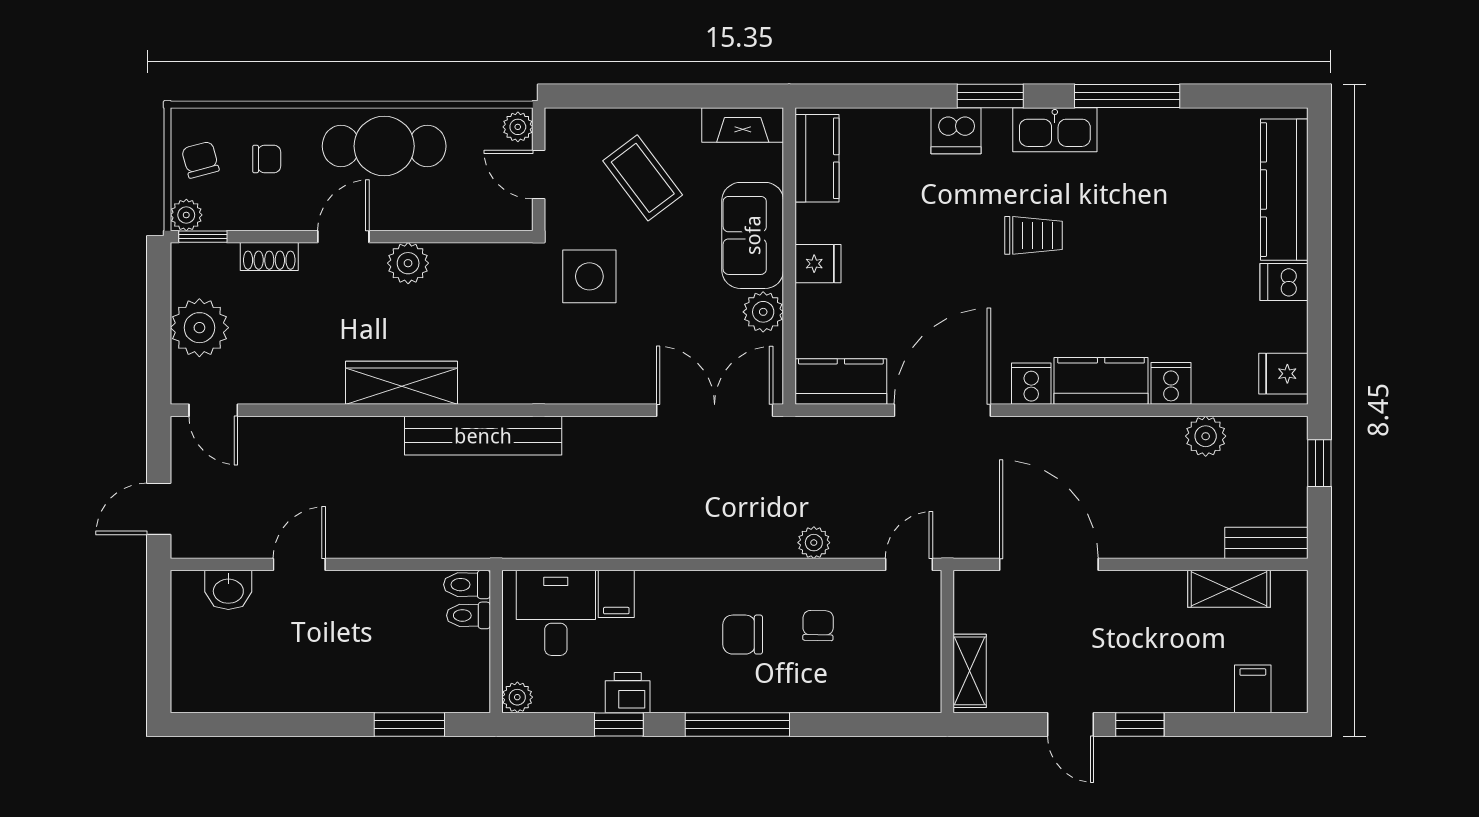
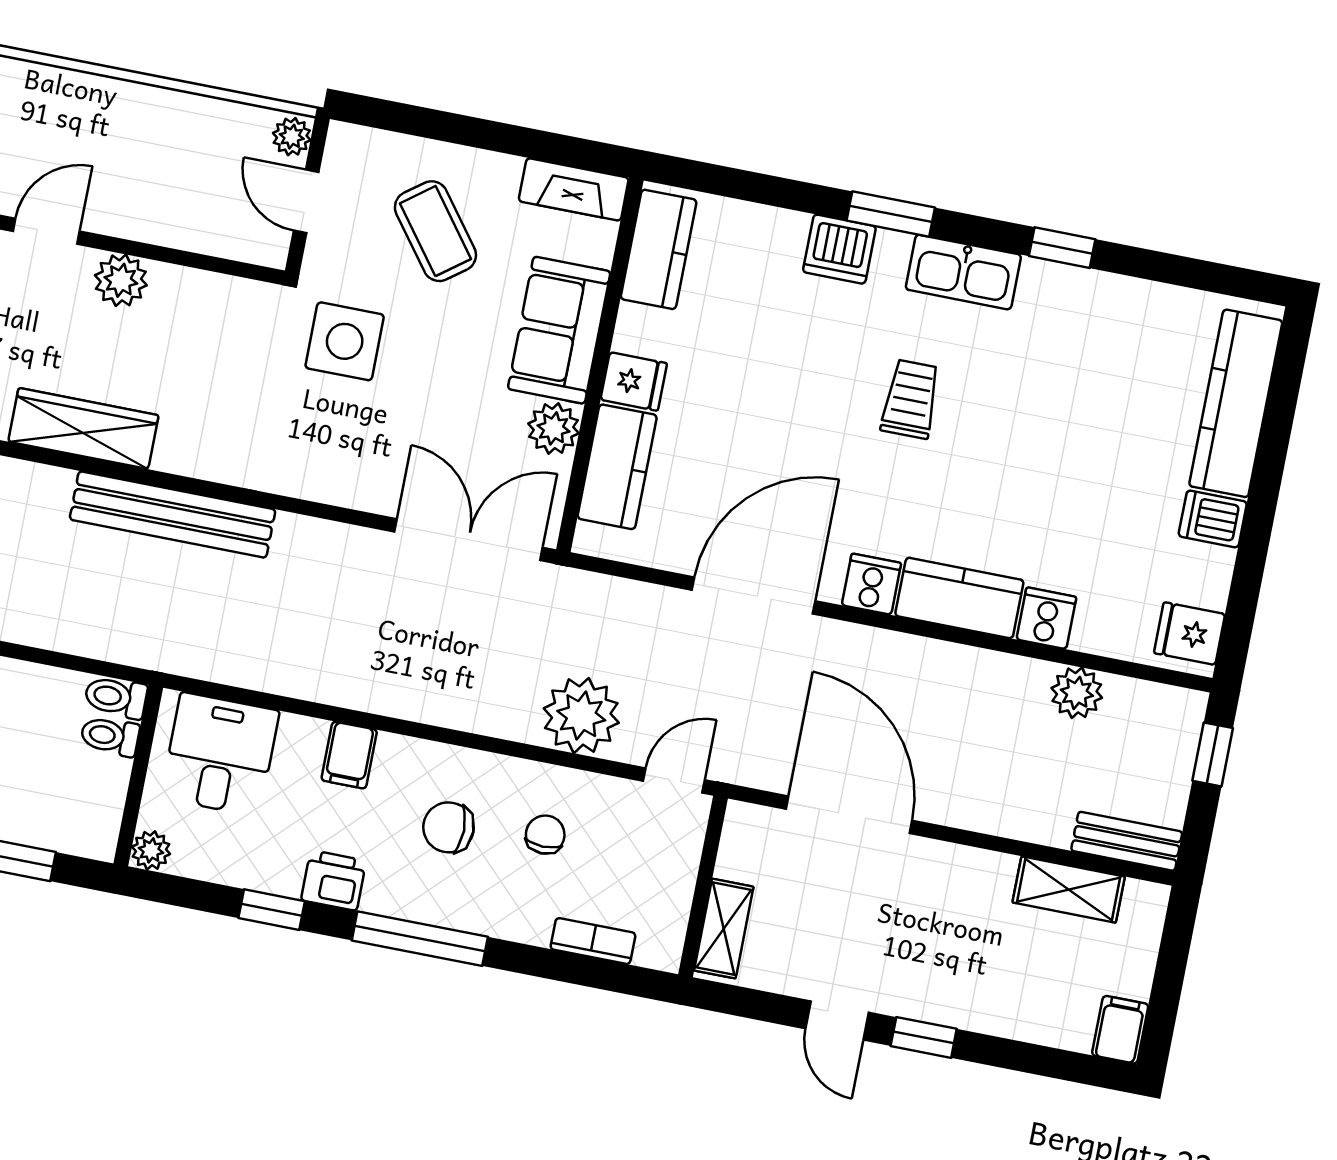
window: (1127, 96) -> (1062, 248), width x0.46
cafe table: (384, 146) -> (120, 128), removed
trolley: (1034, 235) -> (911, 399), turned -90
kitchen counter: (841, 382) -> (617, 467), moved, turned 90
plant: (814, 543) -> (581, 716), width x1.88, depth x1.88
filing cabinet: (616, 594) -> (349, 755), moved
filing cabinet: (1253, 689) -> (1120, 1030), moved
printer: (628, 693) -> (334, 880), moved
bookcase: (871, 700) -> (593, 941), added

